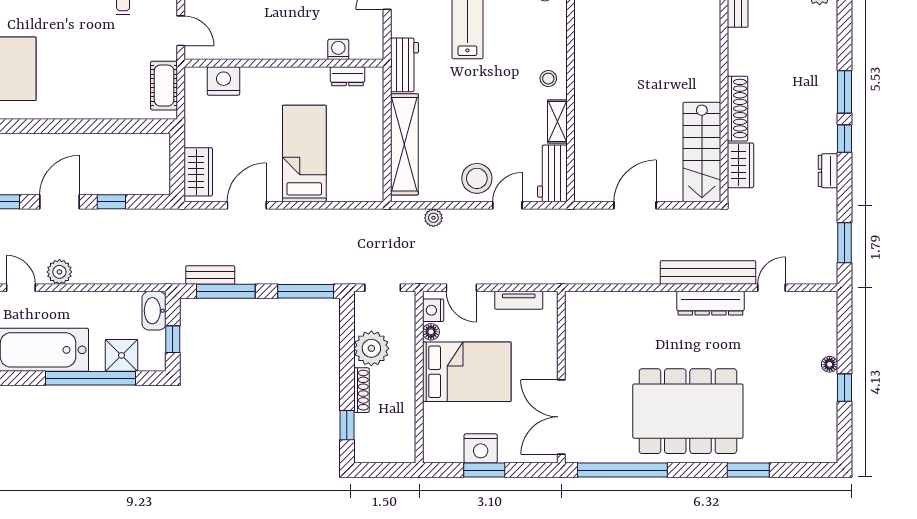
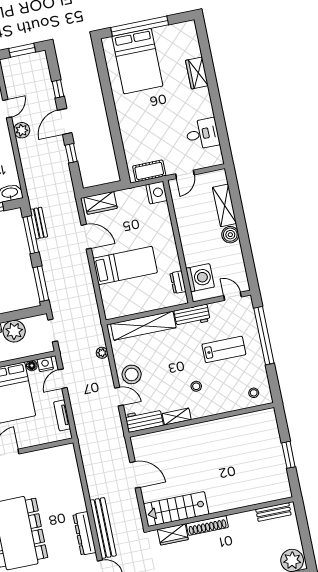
washing machine: (338, 49) -> (200, 278), width x1.89, depth x1.89
stool: (548, 79) -> (196, 386), moved
nightstand: (224, 81) -> (157, 193), moved
door: (60, 202) -> (65, 121), swing flipped

